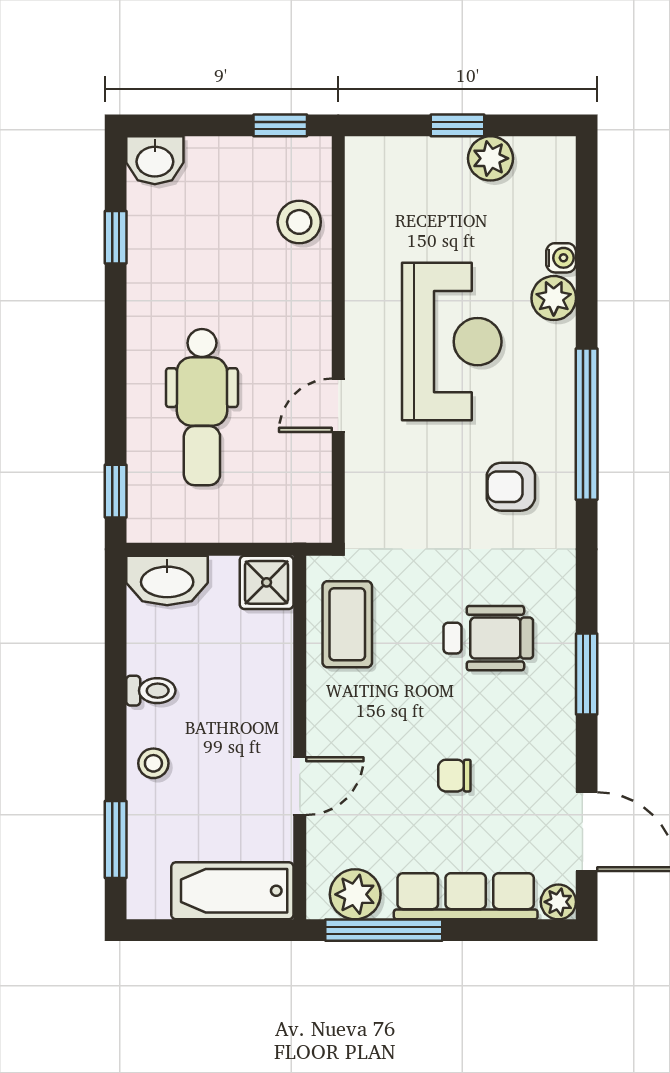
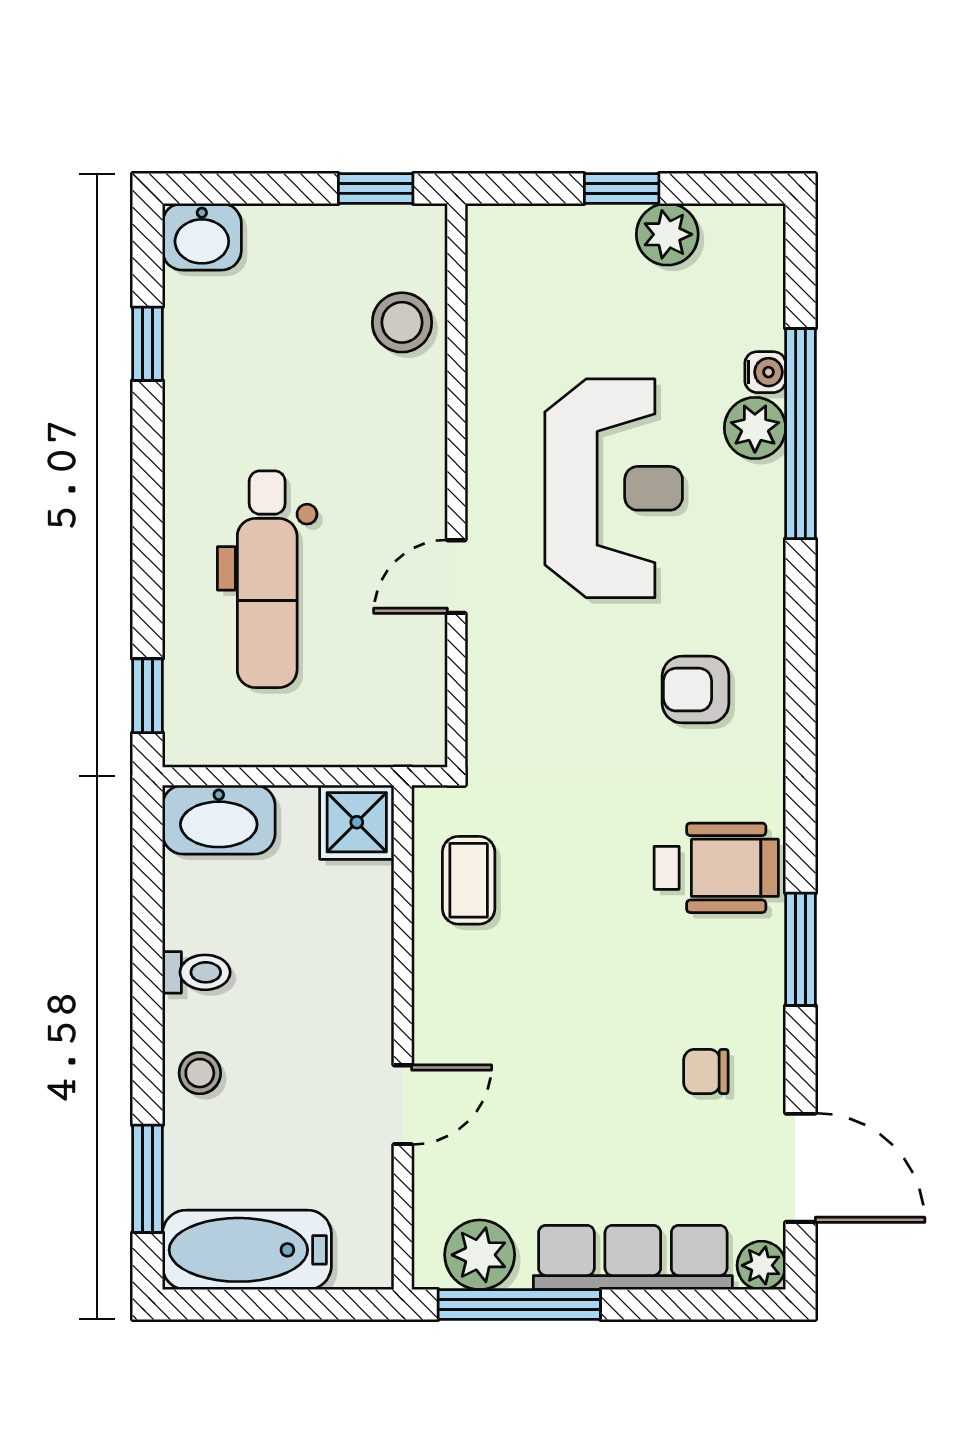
window: (587, 424) -> (801, 434), moved
coffee table: (347, 624) -> (469, 880), width x0.73, depth x0.77
wheelchair: (488, 638) -> (716, 868), moved
chair: (454, 776) -> (706, 1071), moved
bathtub: (232, 891) -> (247, 1250), moved

